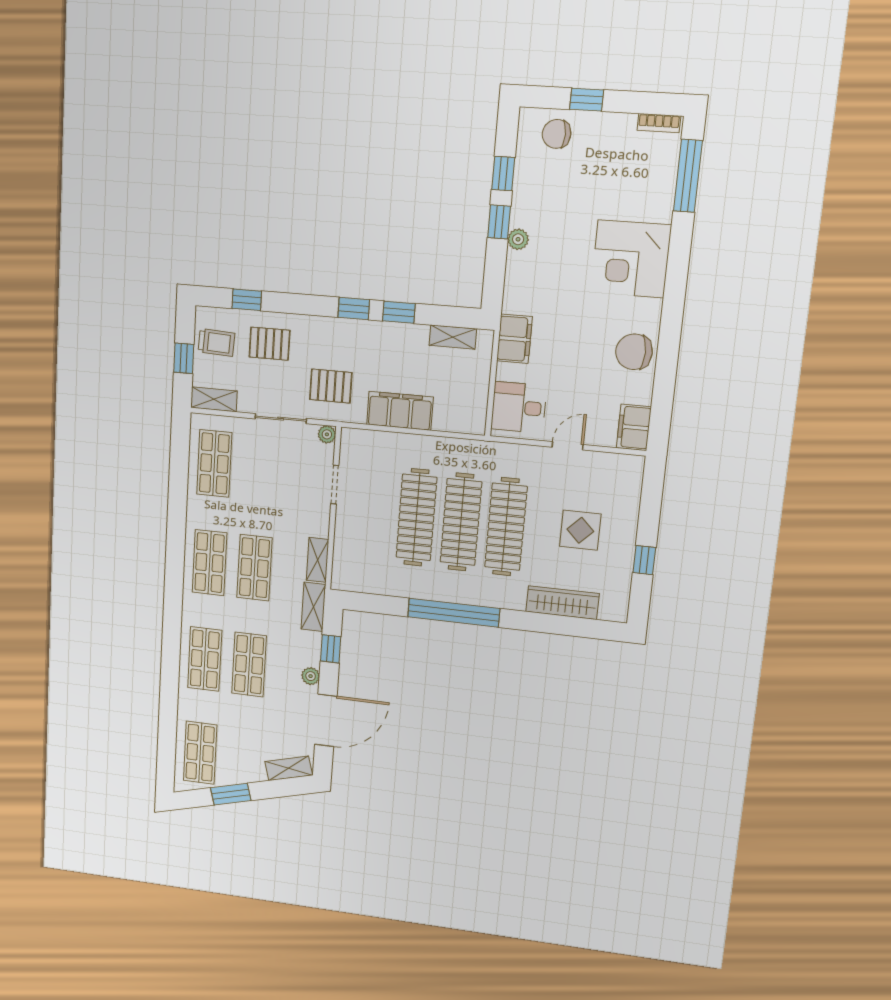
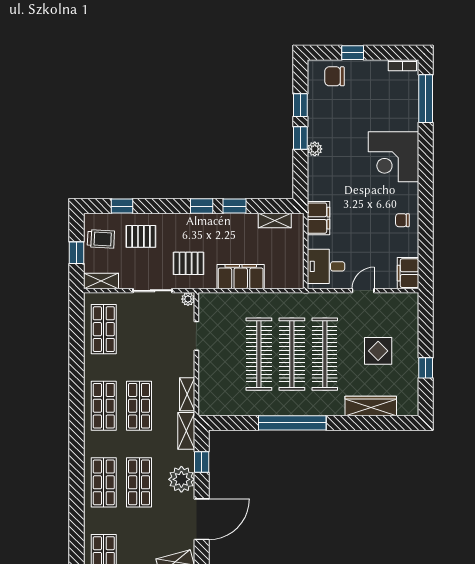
chair: (634, 352) -> (402, 220), width x0.54, depth x0.54
plant: (311, 676) -> (181, 479), width x1.88, depth x1.88

